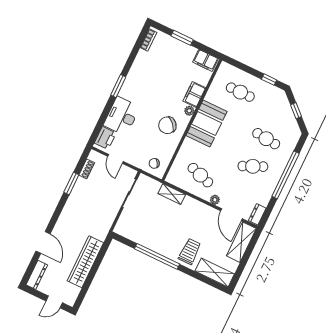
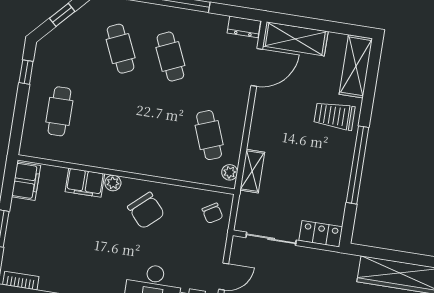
booth: (207, 124) -> (125, 150), removed
cafe table: (266, 139) -> (121, 49), turned -30
cafe table: (200, 175) -> (209, 135), turned -39
plant: (215, 200) -> (230, 172), moved
locker: (123, 223) -> (321, 234), added

